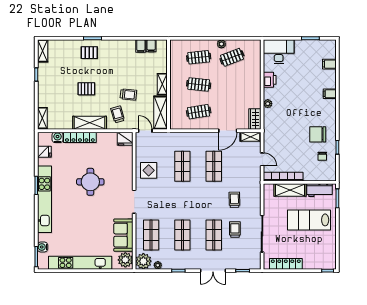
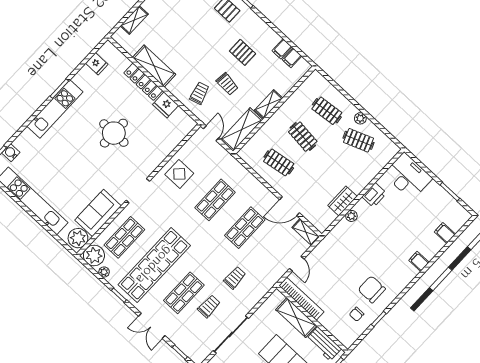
pallet: (86, 89) -> (243, 52), moved
shelving: (42, 118) -> (134, 20), moved
wardrobe: (255, 119) -> (342, 201), moved
shelving: (90, 123) -> (154, 66), moved
water cooler: (58, 137) -> (122, 62), removed
fridge: (125, 139) -> (166, 105), moved
kitchen unit: (44, 199) -> (55, 109), width x0.73
shop shelf: (182, 235) -> (154, 265), width x2.00, depth x1.36

